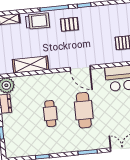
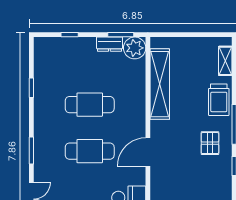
shelving: (31, 65) -> (160, 84), width x1.47
cafe table: (50, 114) -> (90, 105), width x1.37, depth x1.35

